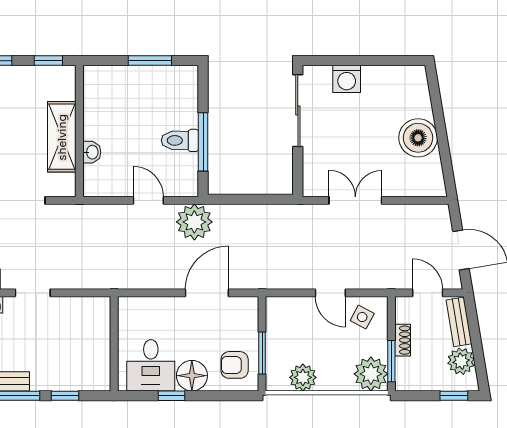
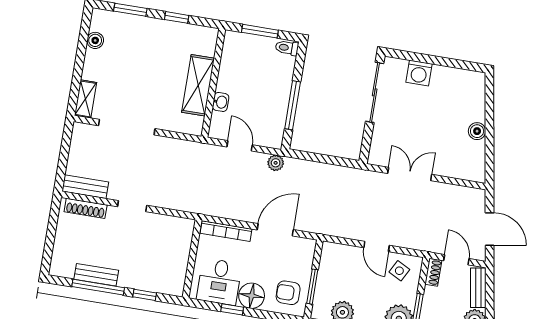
wall: (79, 131) -> (213, 83), moved
shelving: (62, 137) -> (198, 85), moved
boiler: (418, 138) -> (477, 131), width x0.54, depth x0.54
toilet: (180, 140) -> (287, 48), moved, width x0.73, depth x0.72
washbasin: (92, 152) -> (221, 102), moved
plant: (194, 222) -> (276, 163), width x0.53, depth x0.53
bookcase: (149, 304) -> (226, 231), added
shoe rack: (403, 340) -> (433, 272), moved

